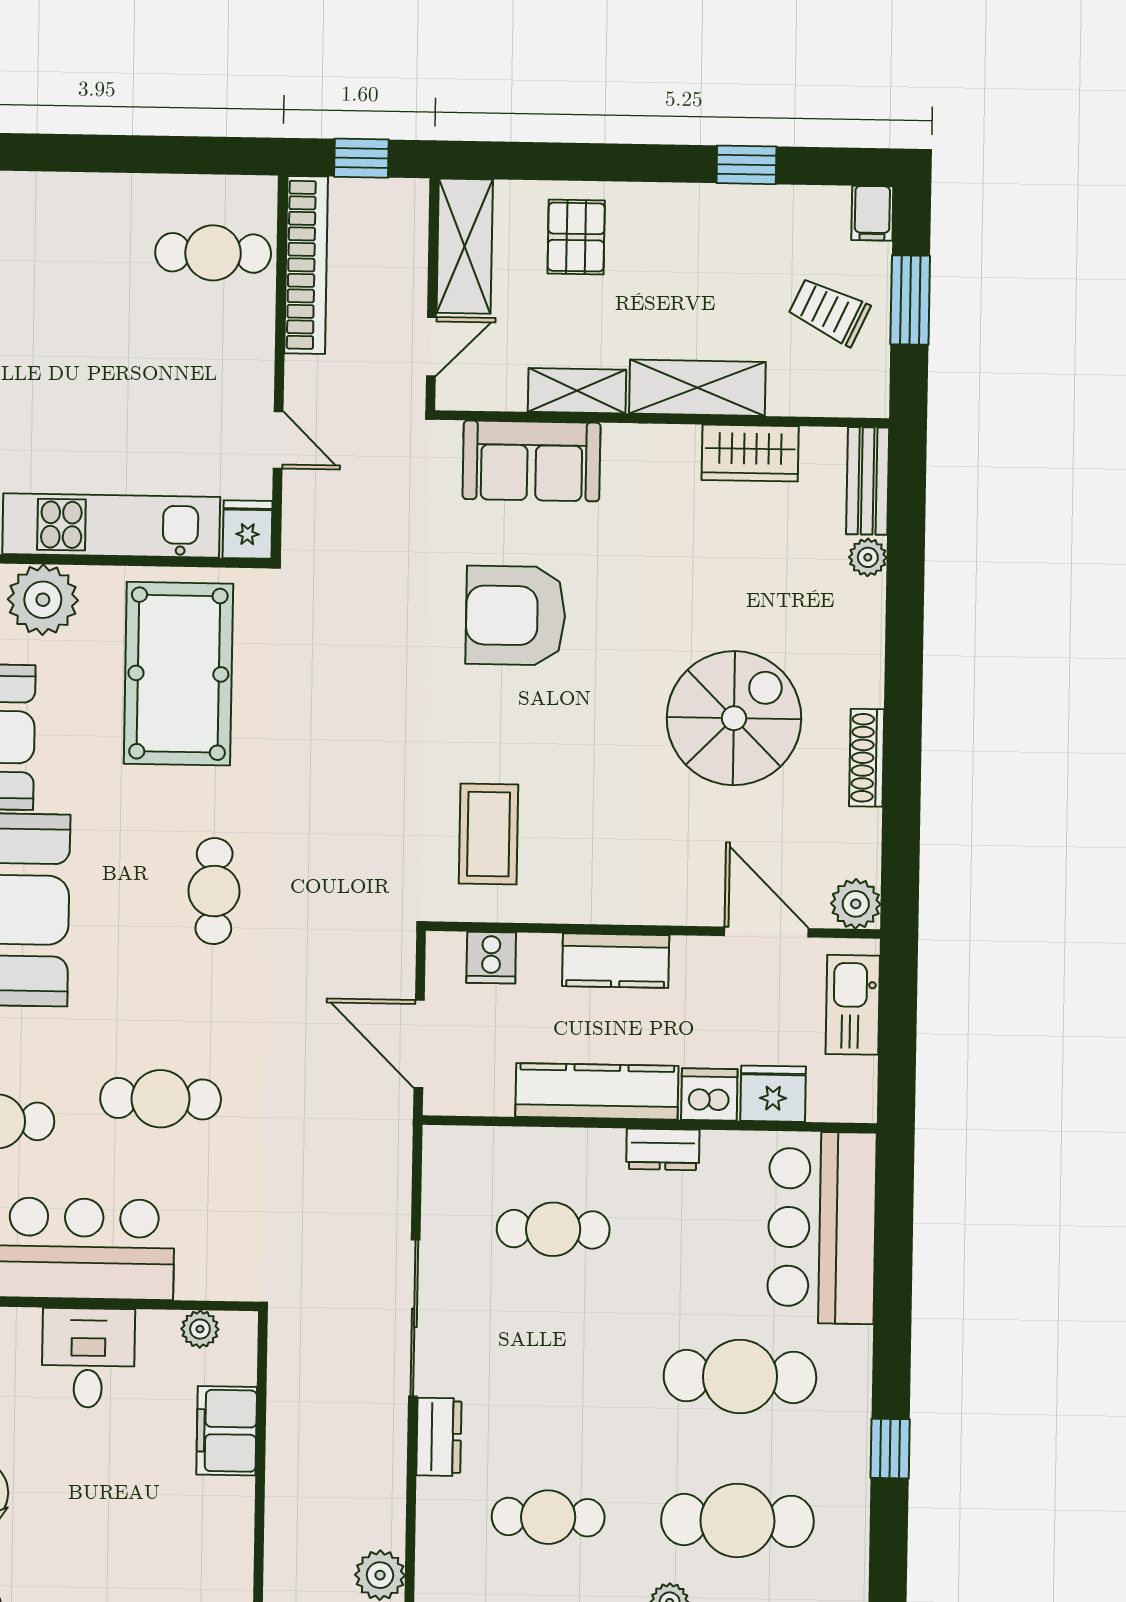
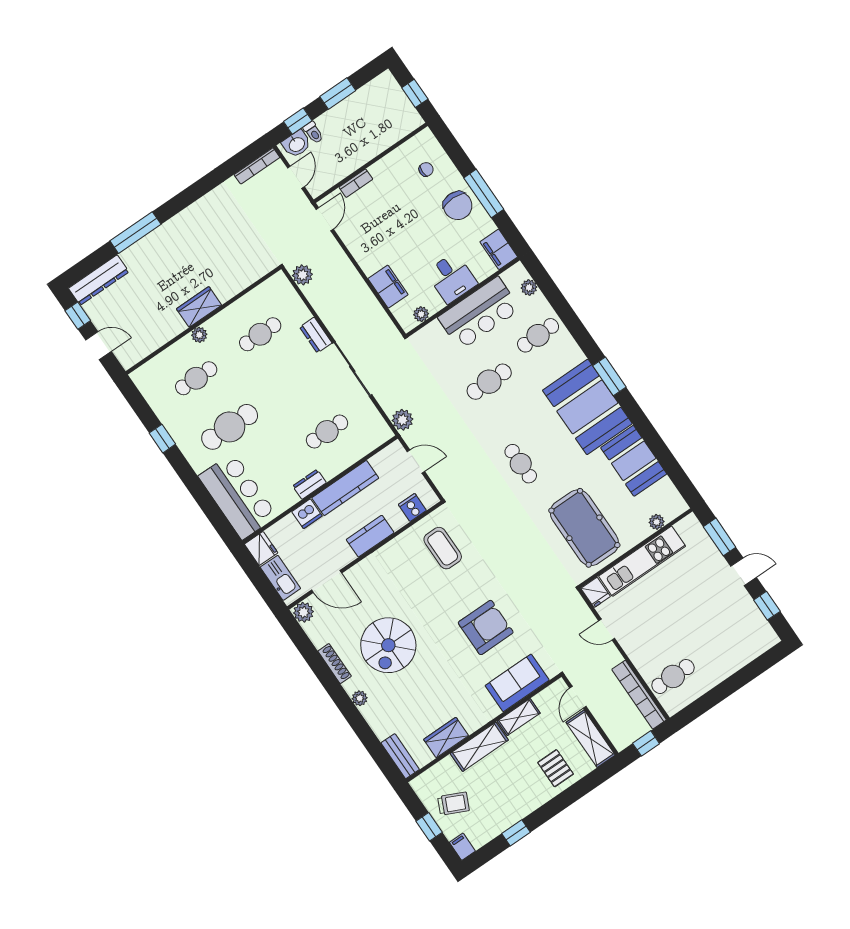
window: (910, 300) -> (429, 827), width x0.67
plant: (868, 557) -> (360, 698), moved
plant: (43, 600) -> (657, 522), width x0.53, depth x0.53
door: (419, 1044) -> (416, 461), width x0.73
fridge: (773, 1094) -> (261, 548), moved, turned -90
plant: (387, 1146) -> (402, 420), added
cafe table: (737, 1520) -> (196, 378), width x0.73, depth x0.74

